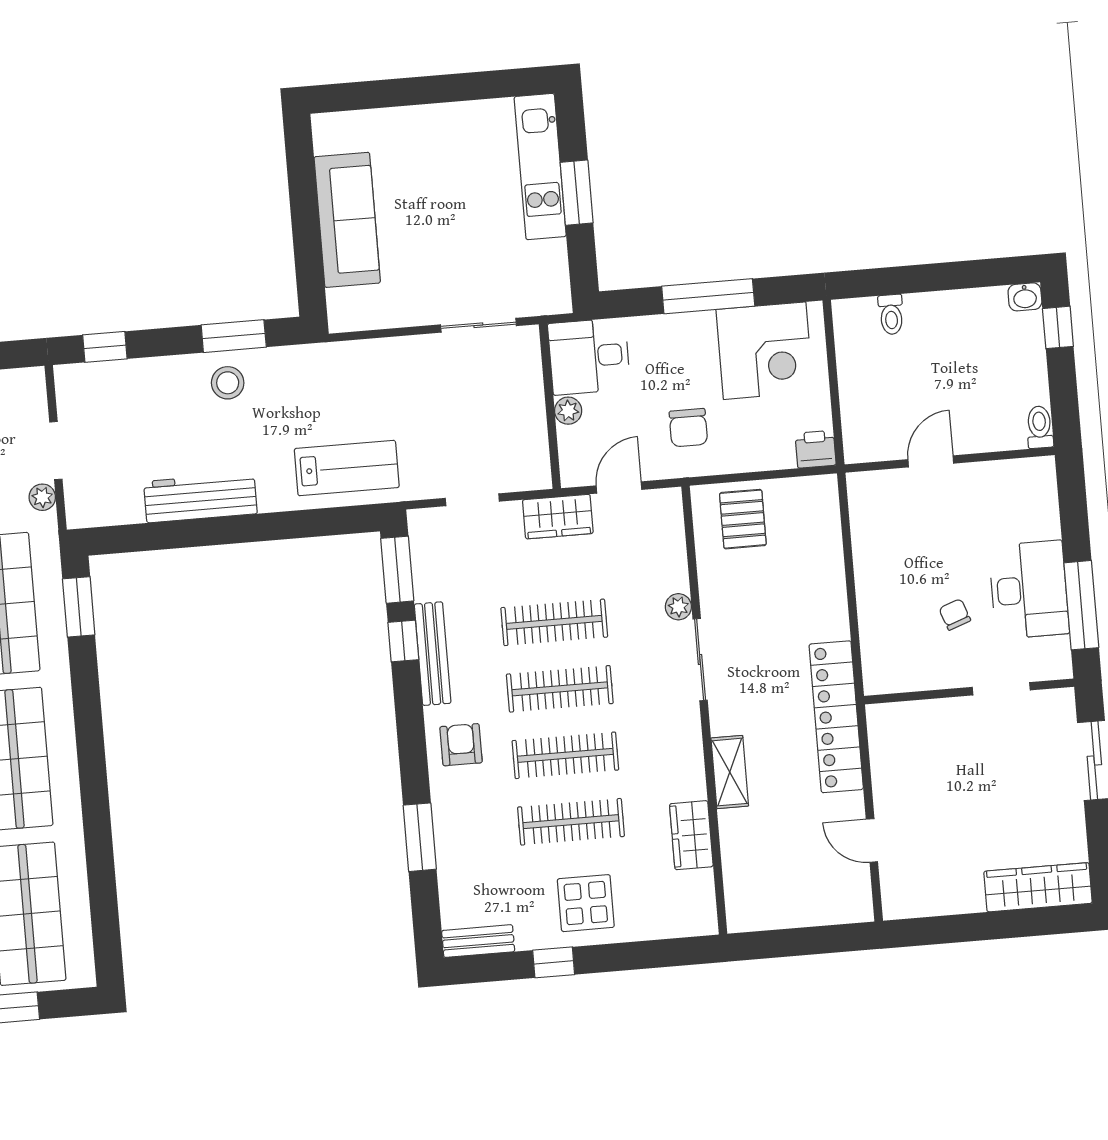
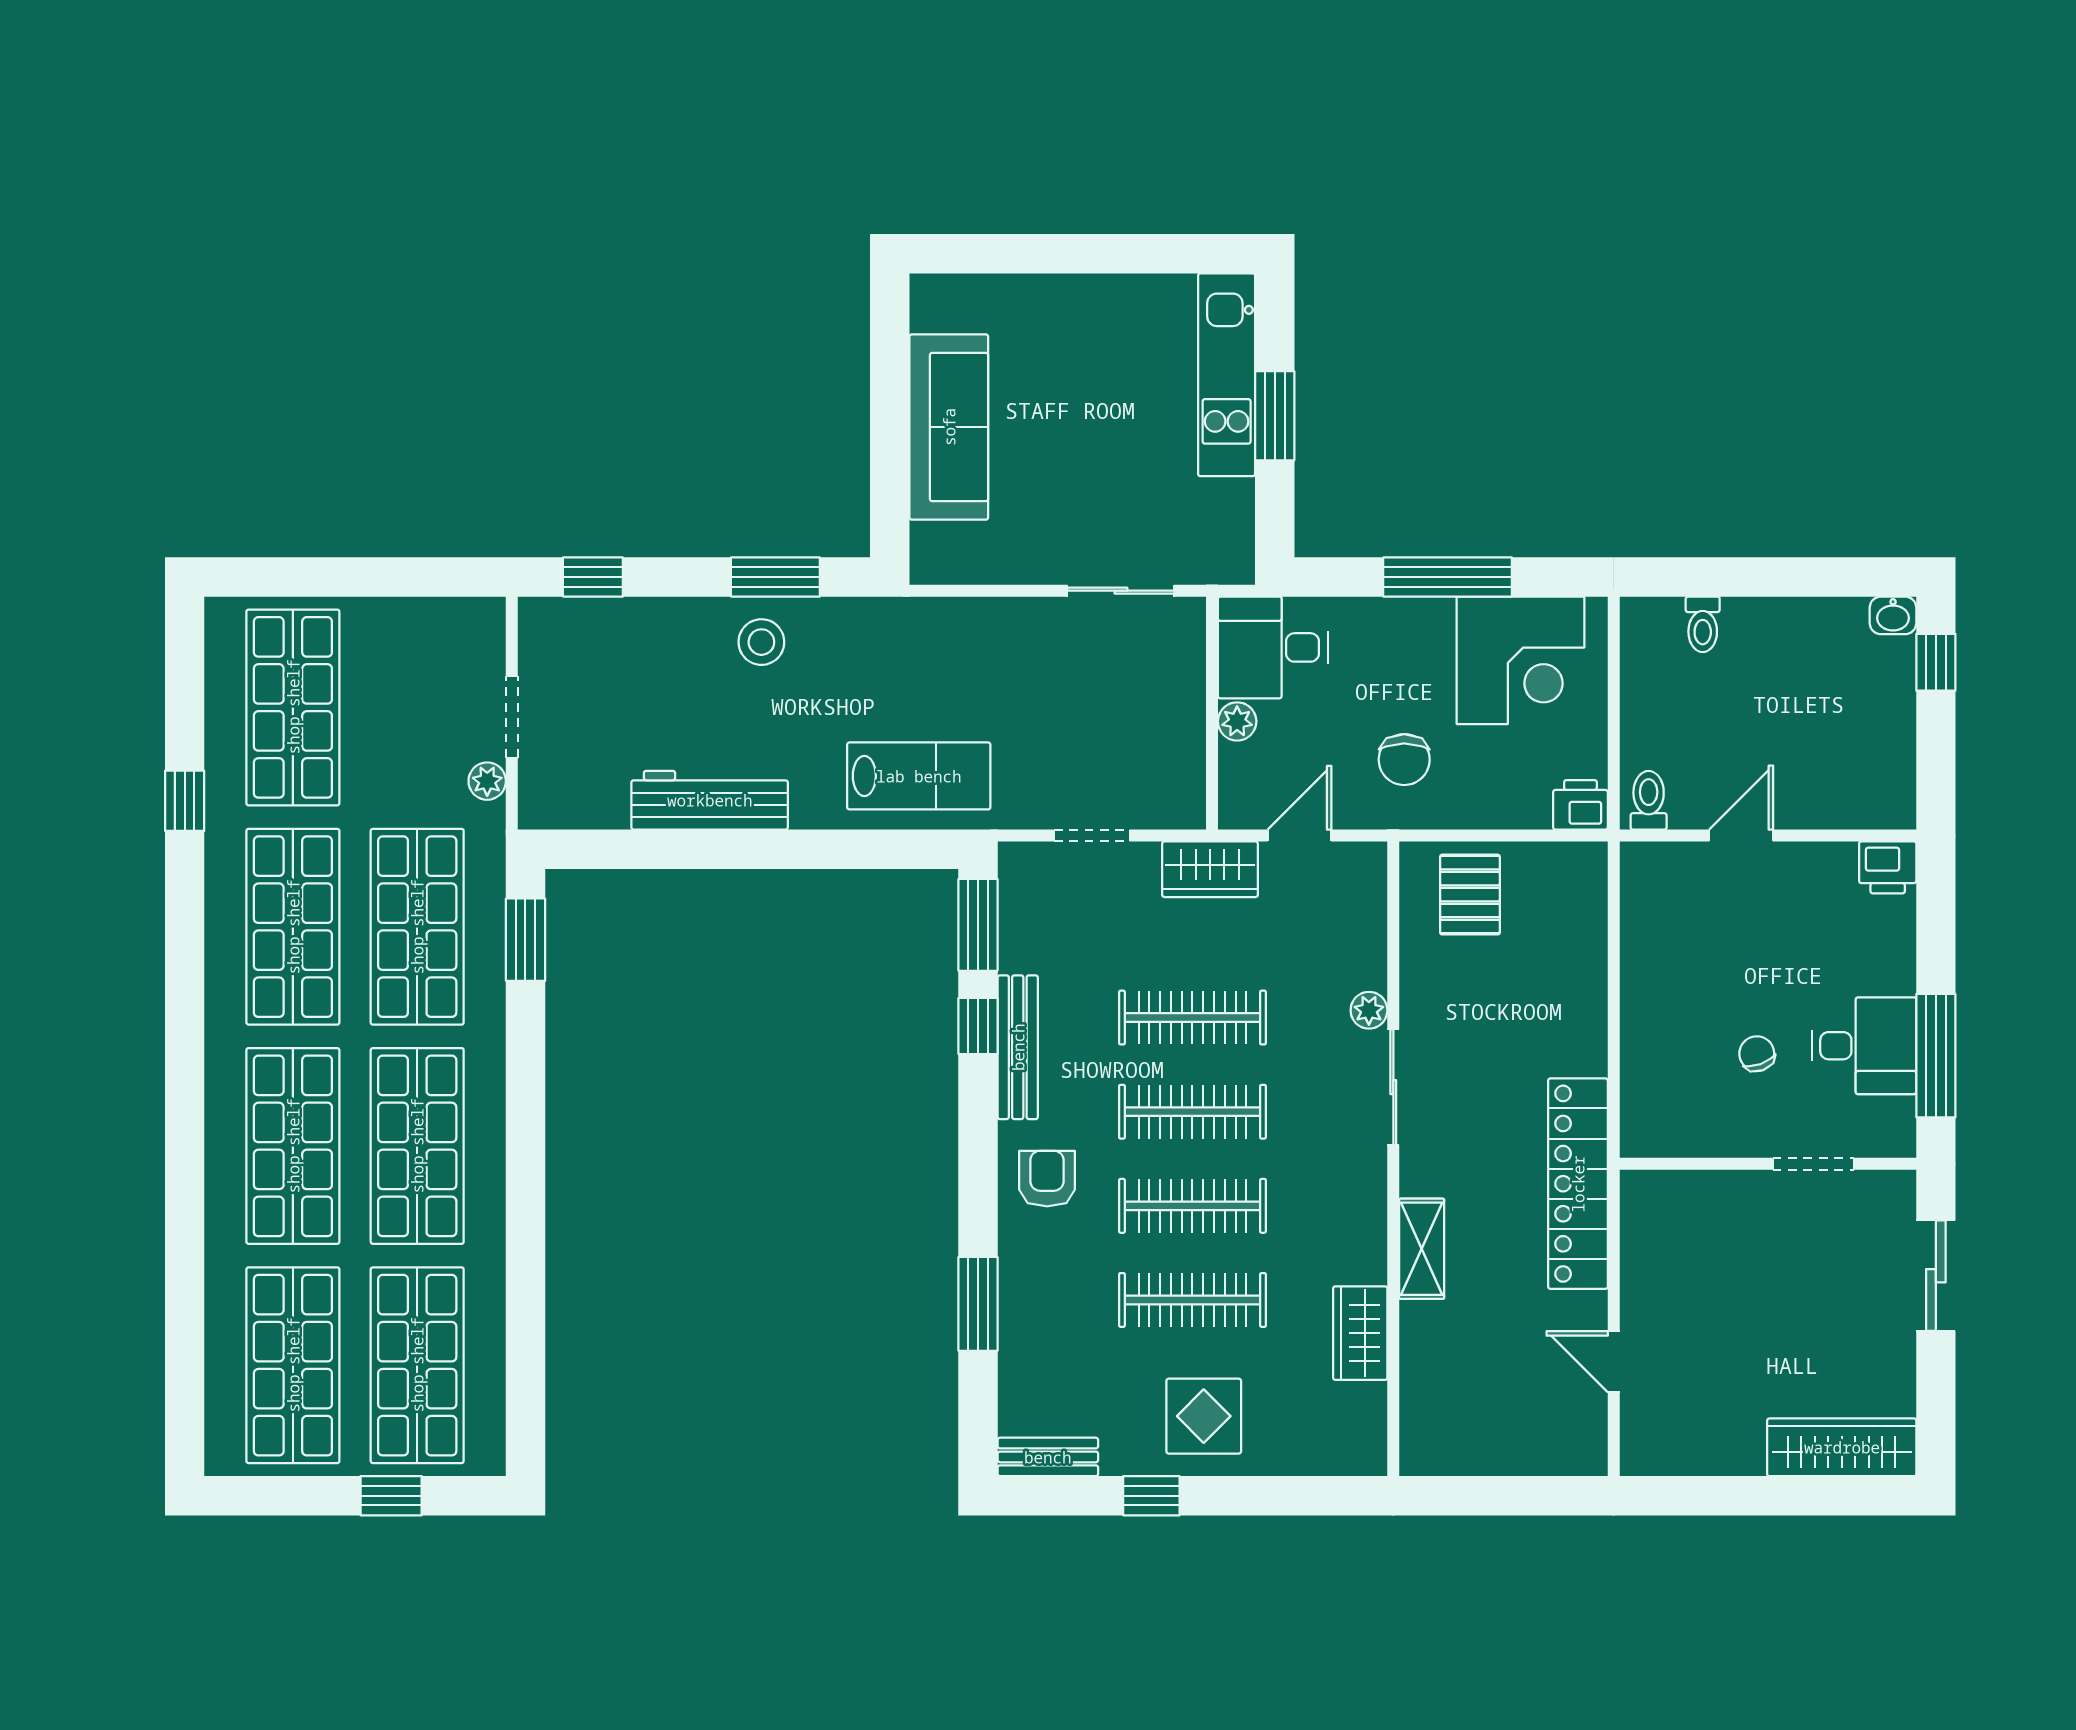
toilet: (1040, 427) -> (1649, 800), moved
printer: (1036, 475) -> (1888, 867), added
desk: (1029, 590) -> (1864, 1046), width x0.73

